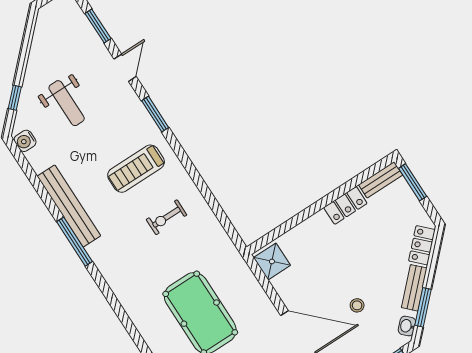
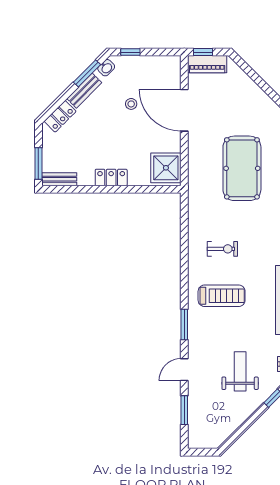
locker: (345, 205) -> (111, 177), moved
shower: (272, 261) -> (166, 168), width x1.36, depth x1.36

